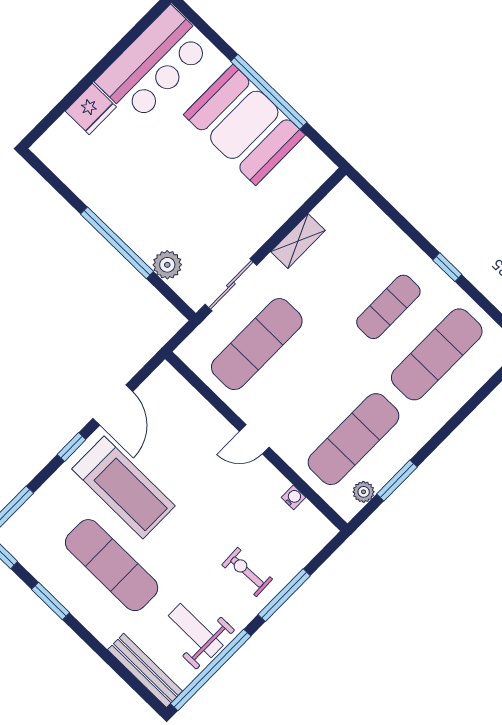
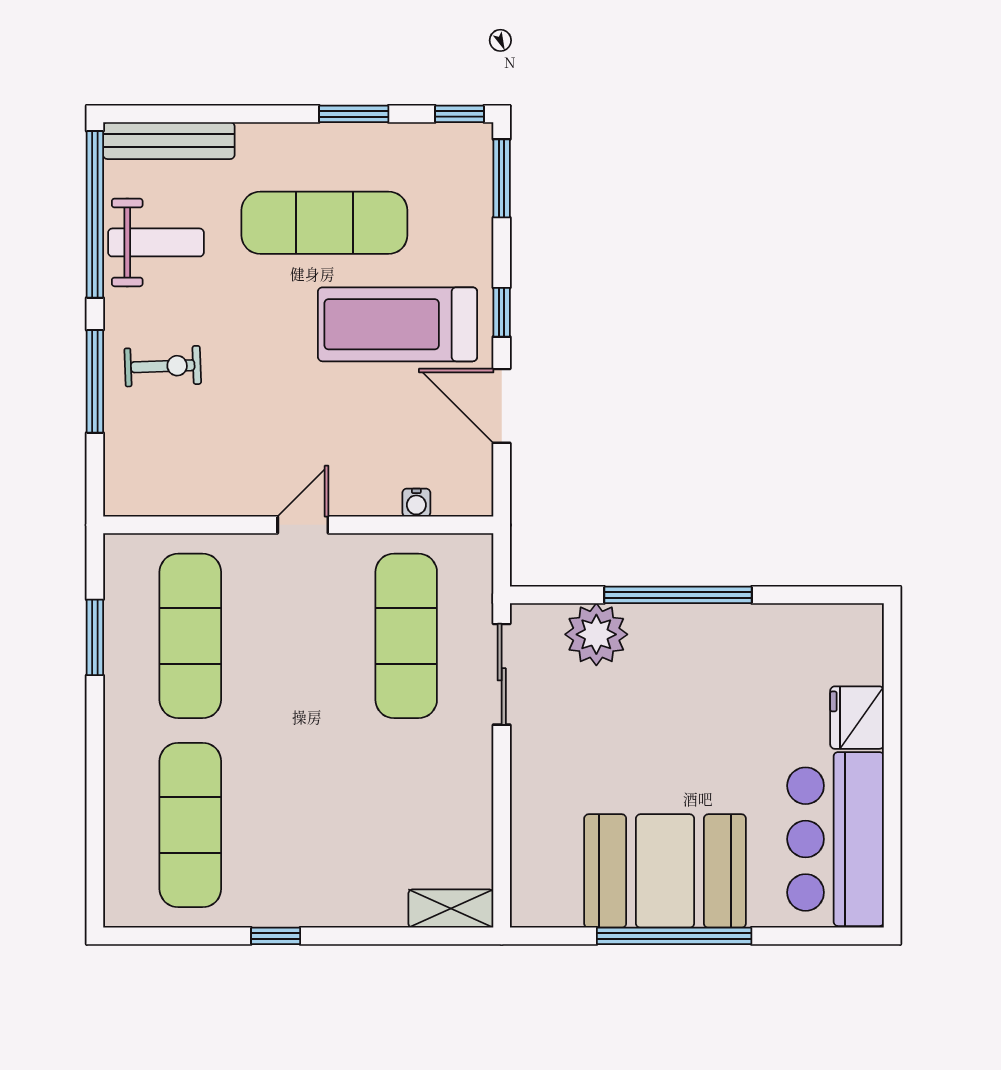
shelving: (298, 241) -> (451, 909), moved, turned 90
plant: (167, 265) -> (596, 634), width x1.36, depth x1.36
exercise mat: (388, 307) -> (298, 825), removed
plant: (364, 492) -> (120, 587), removed
water cooler: (293, 497) -> (416, 503), moved

